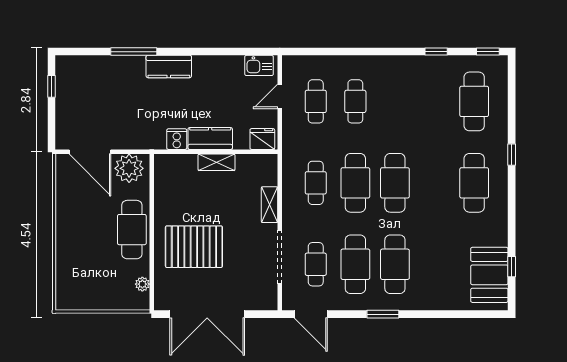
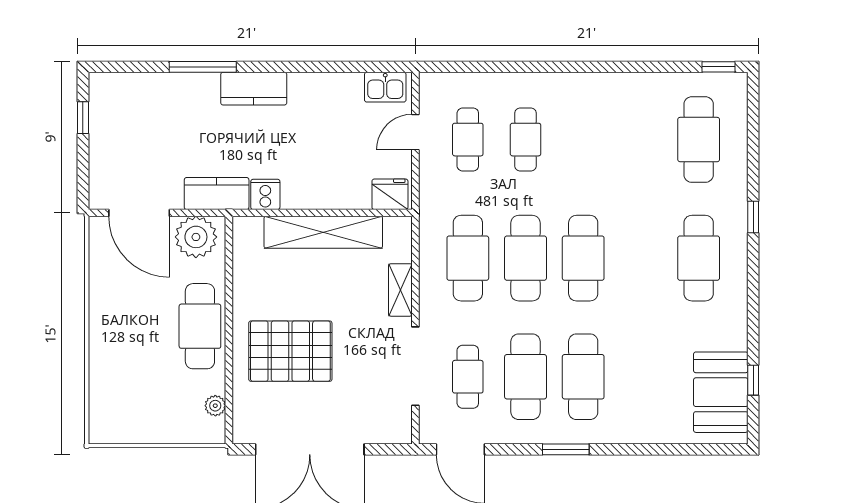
window: (436, 52) -> (643, 67), removed
kitchen counter: (210, 139) -> (217, 194), moved
shelving: (217, 162) -> (323, 232), width x2.20, depth x1.33
cafe table: (316, 183) -> (468, 258), width x1.37, depth x1.35

